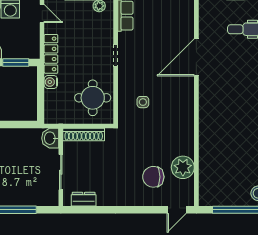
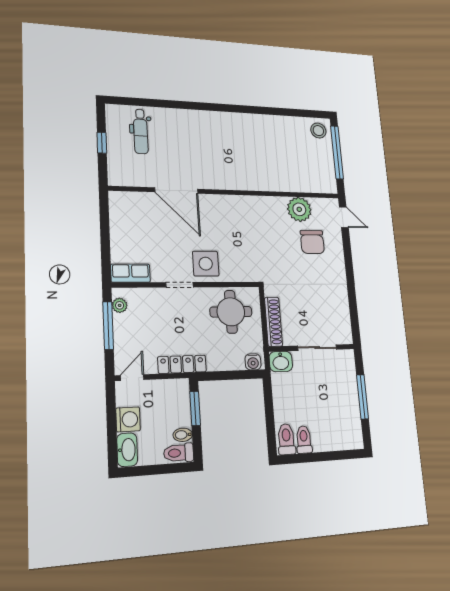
water cooler: (51, 82) -> (253, 362), moved
side table: (143, 102) -> (206, 264), moved, width x1.87, depth x1.87
dresser: (84, 199) -> (343, 320), removed

